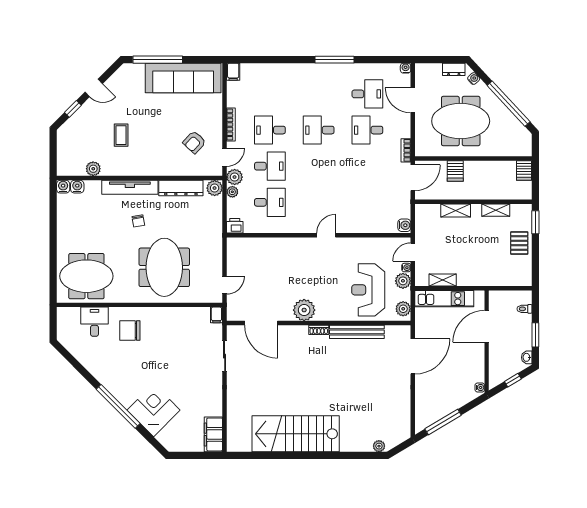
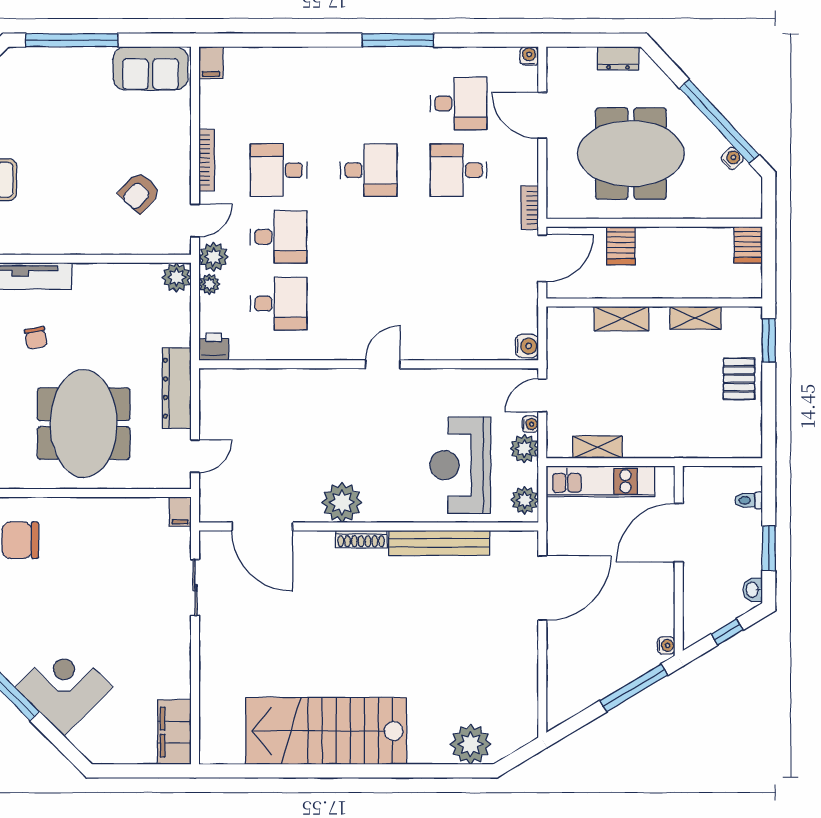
sofa: (183, 78) -> (151, 68), width x0.54, depth x0.79
water cooler: (474, 79) -> (732, 158), moved
desk: (319, 130) -> (369, 170), turned 180
dresser: (181, 188) -> (177, 388), moved, turned 90
shoe rack: (319, 330) -> (361, 539), width x1.43
window: (443, 422) -> (634, 688), moved
plant: (379, 446) -> (471, 744), width x1.88, depth x1.88

